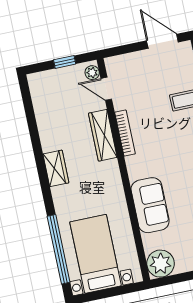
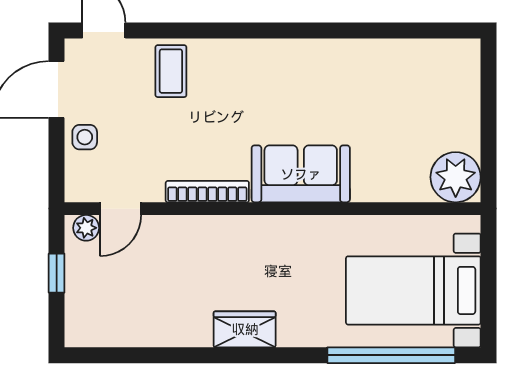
side table: (140, 62) -> (85, 137), added
wardrobe: (103, 135) -> (203, 232), removed
sofa: (150, 205) -> (301, 174), moved

